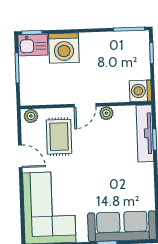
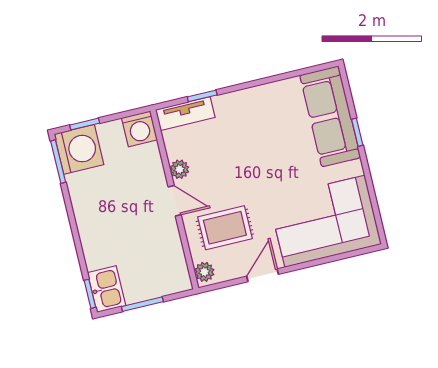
washing machine: (64, 48) -> (79, 149), moved
tv unit: (145, 133) -> (185, 114), width x0.71

